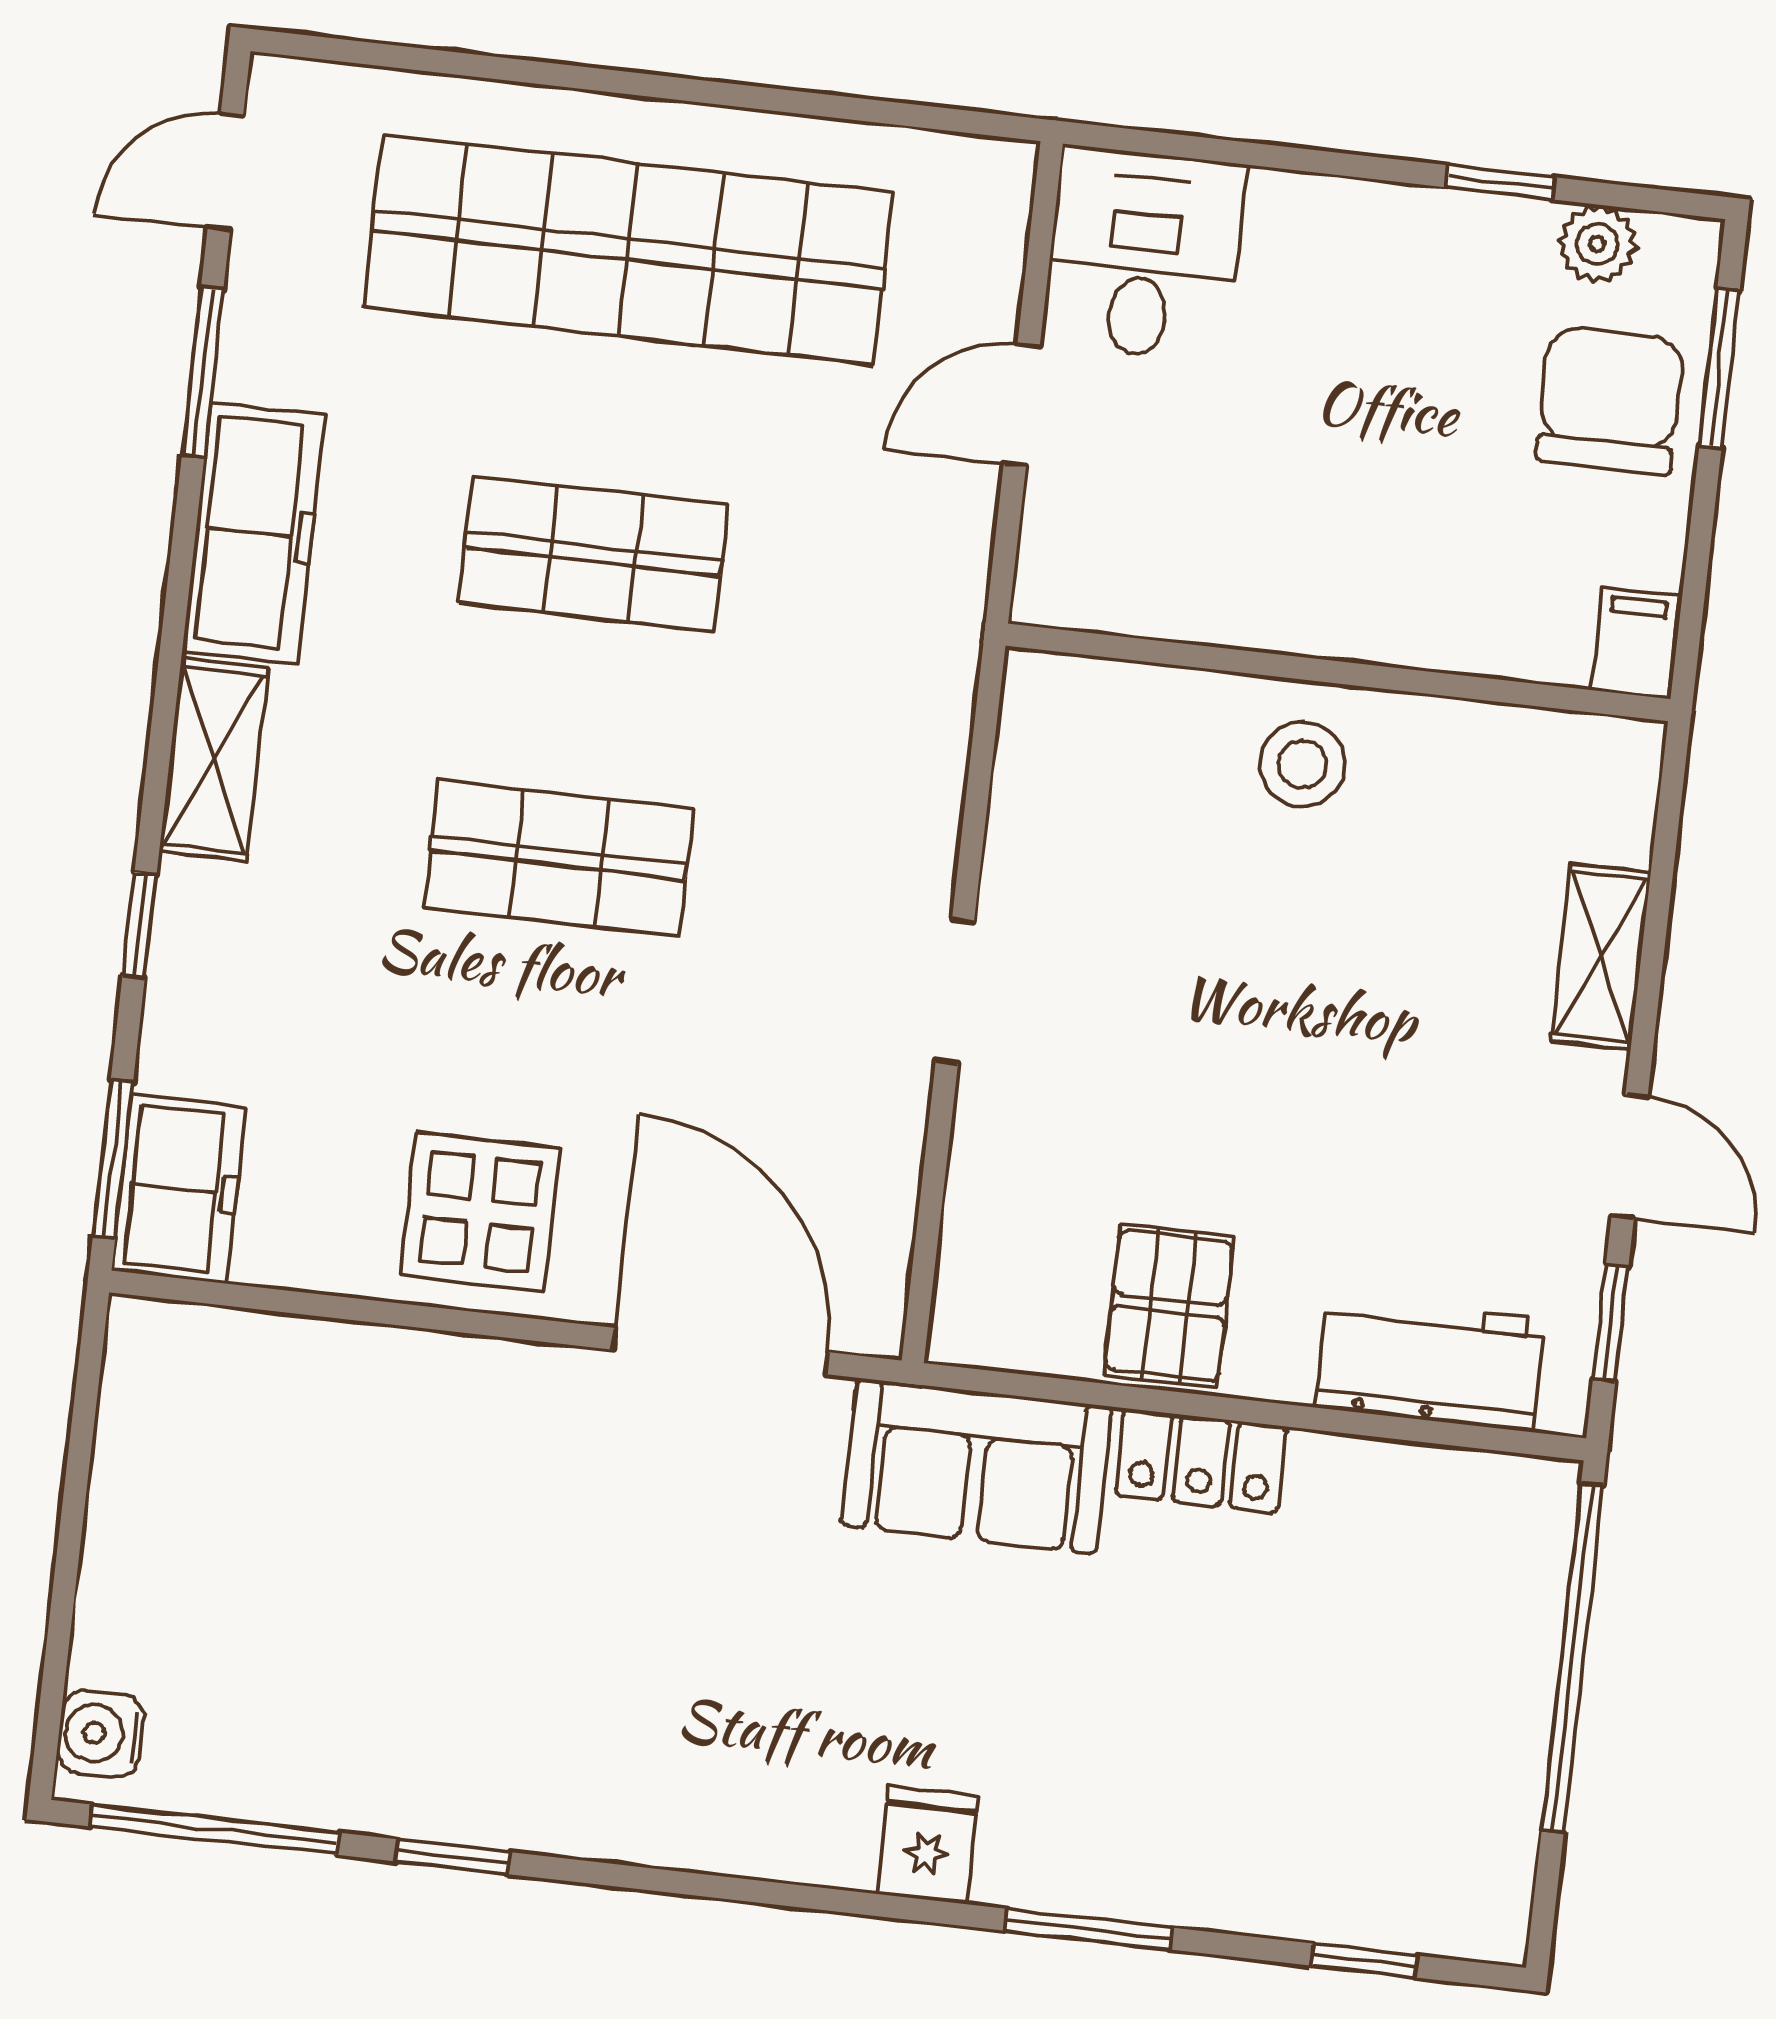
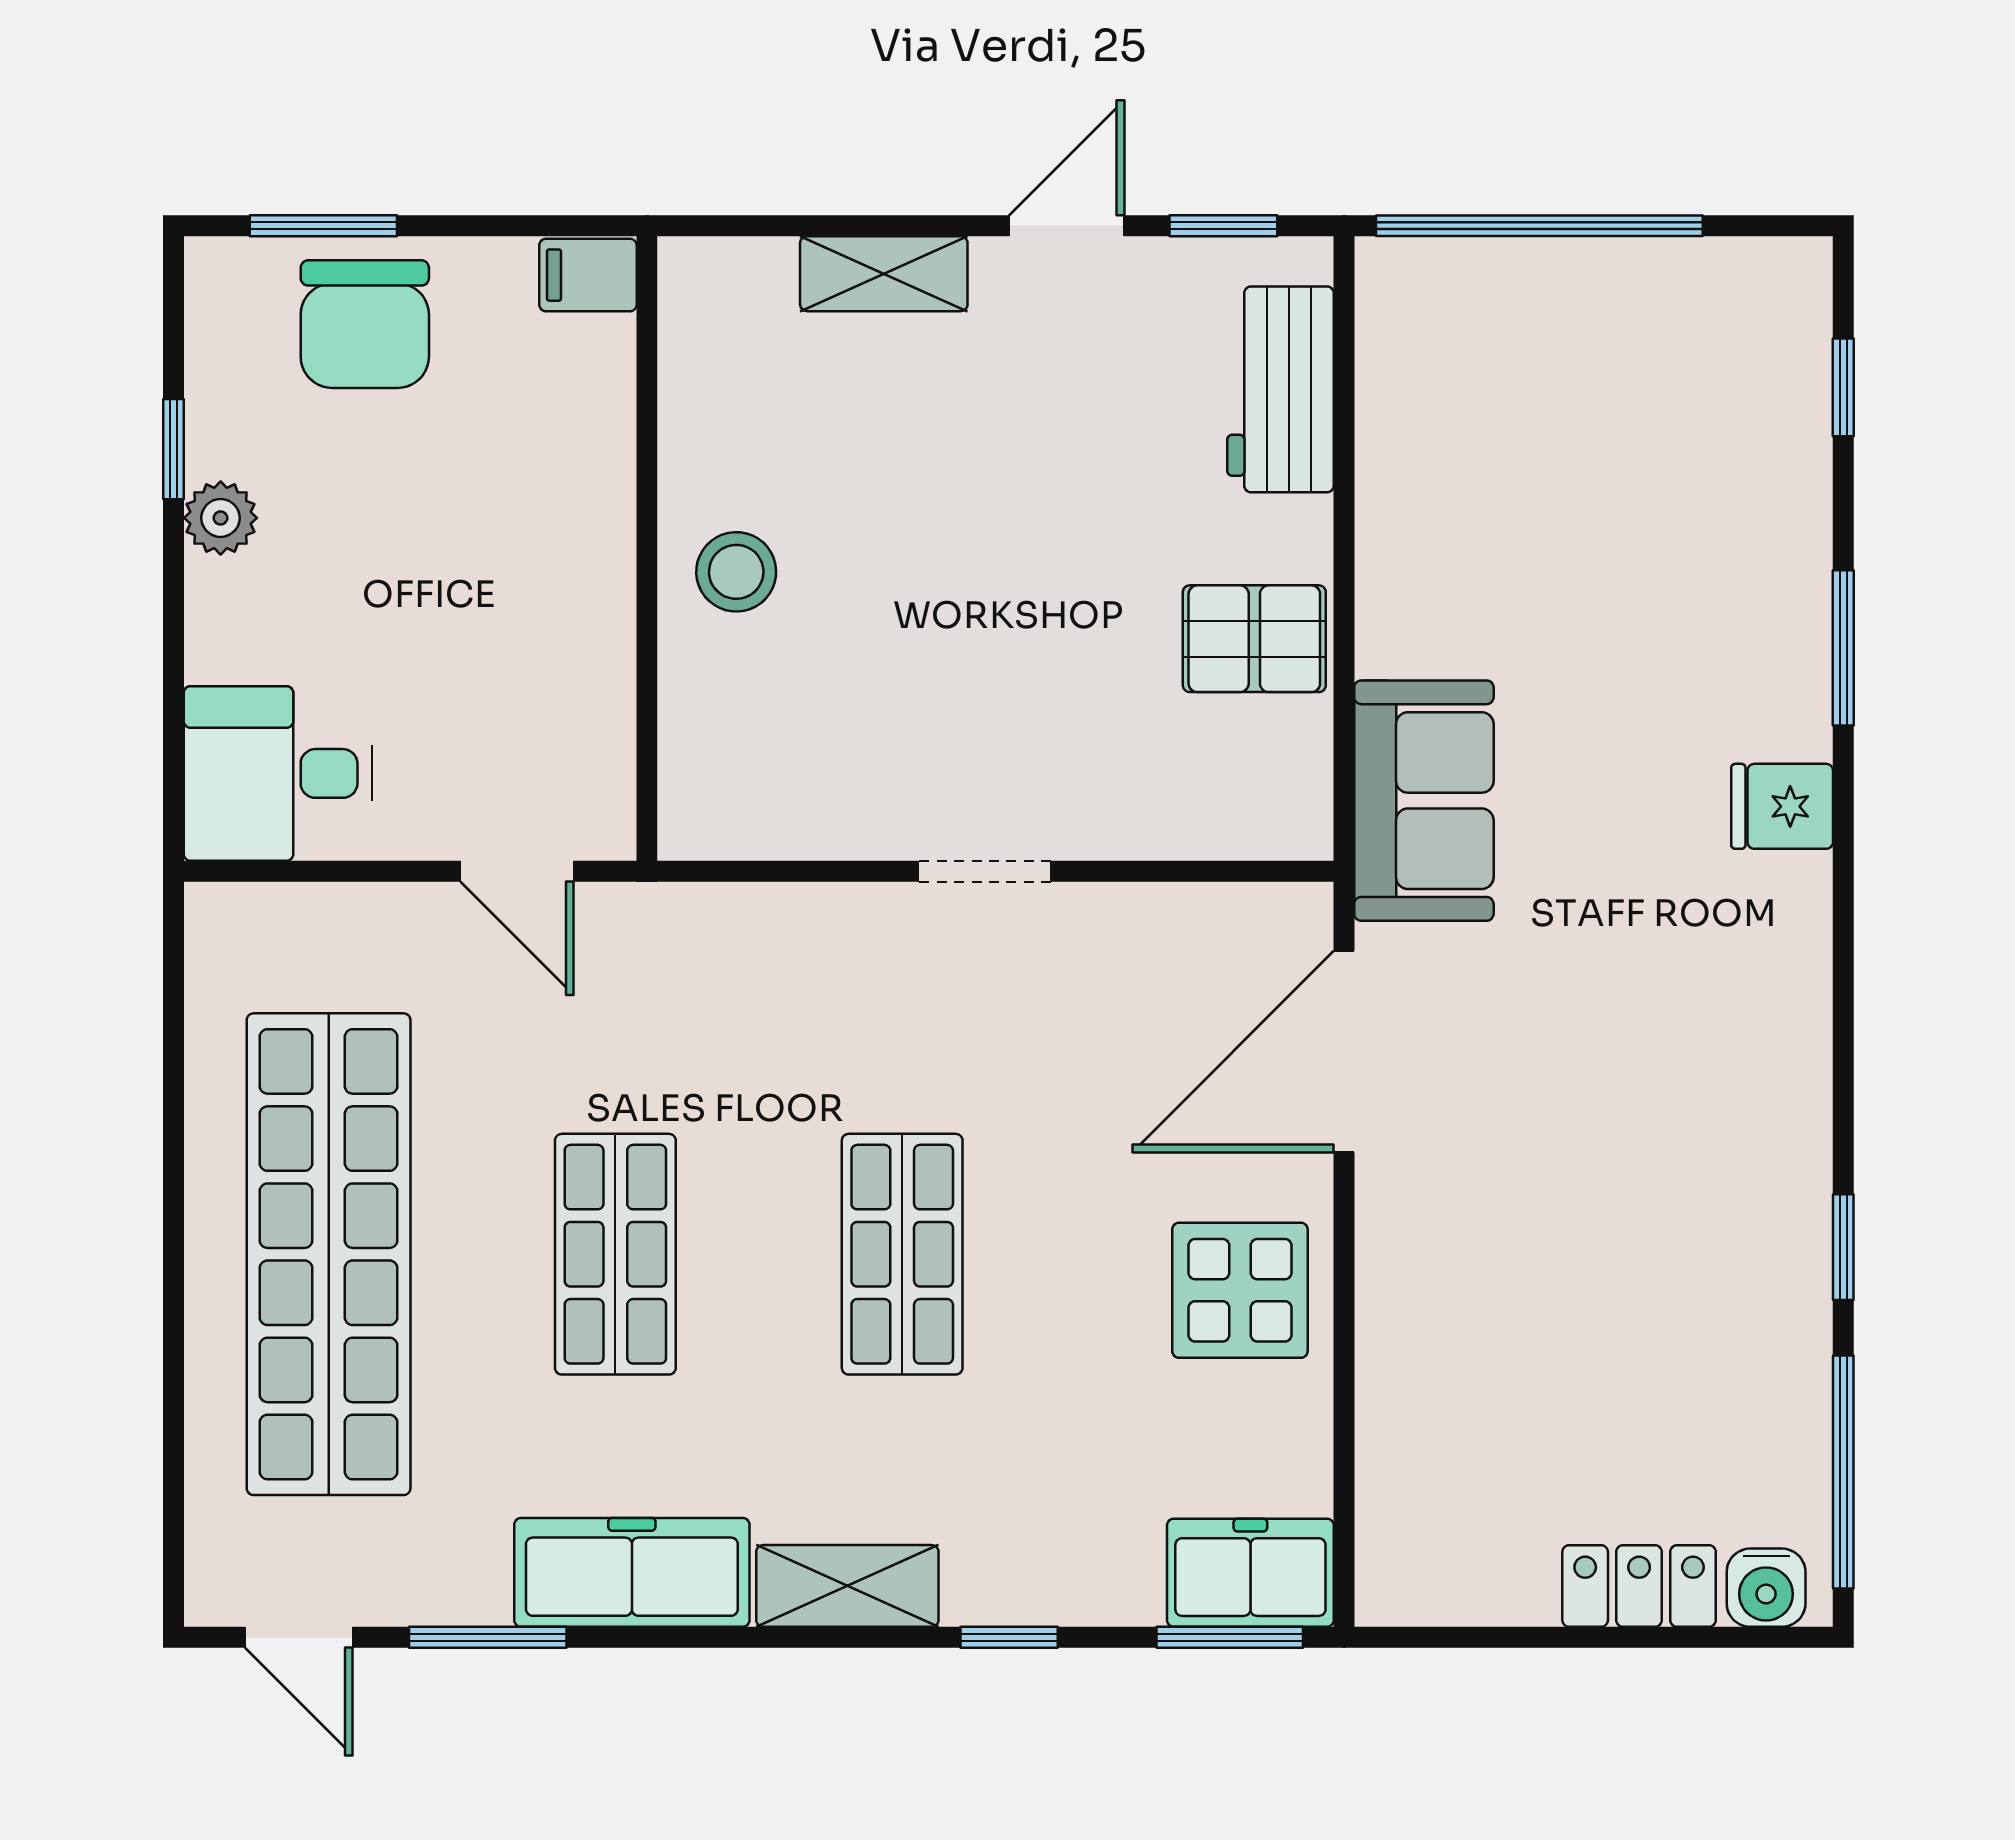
plant: (1597, 244) -> (221, 518), moved
chair: (1610, 400) -> (365, 324), turned -90
door: (1022, 405) -> (517, 871), moved
locker: (1201, 1461) -> (1639, 1586), moved, turned -90

